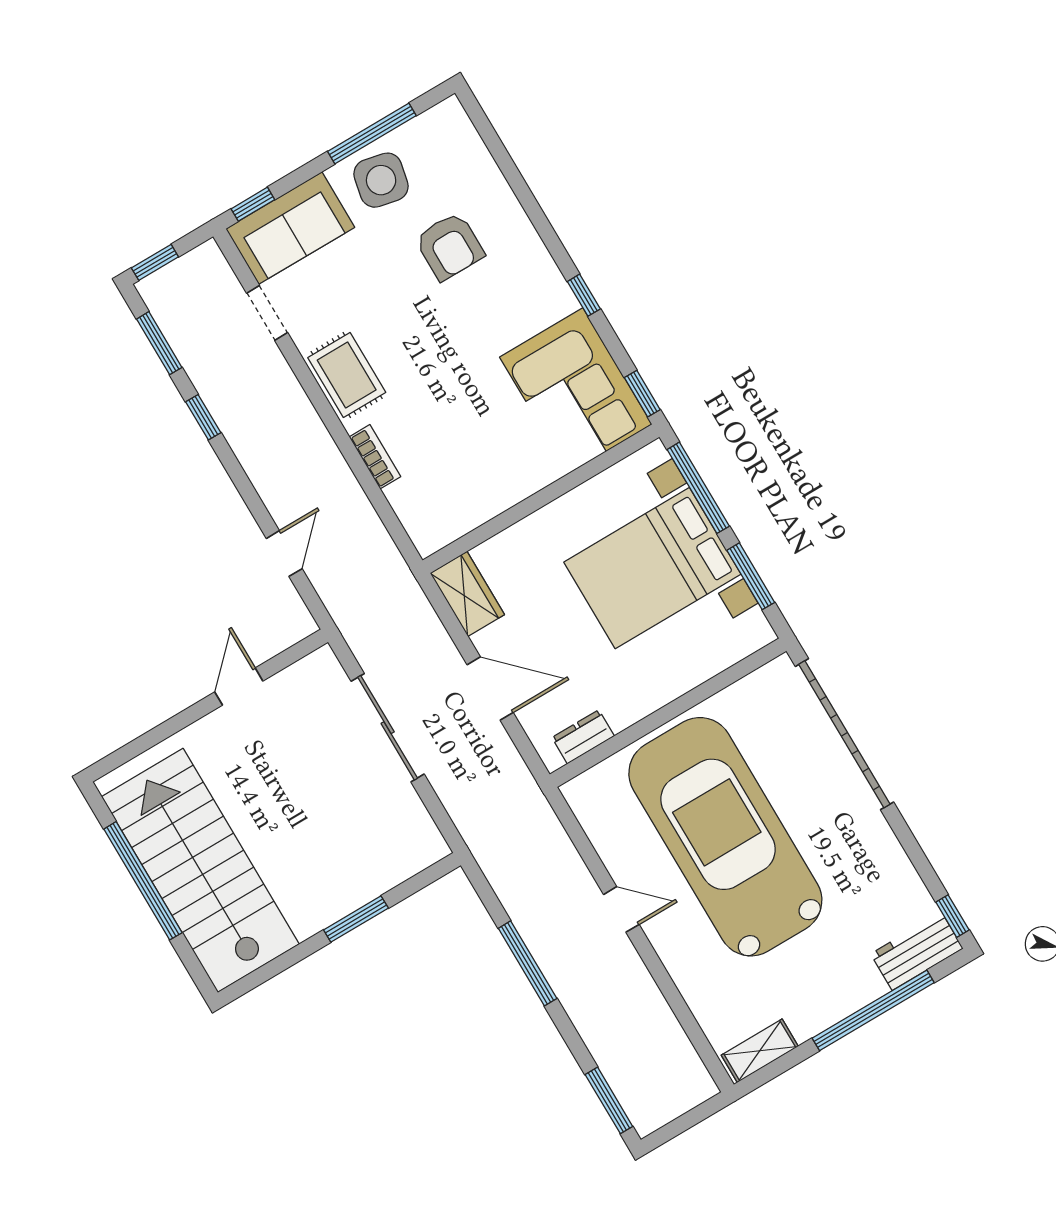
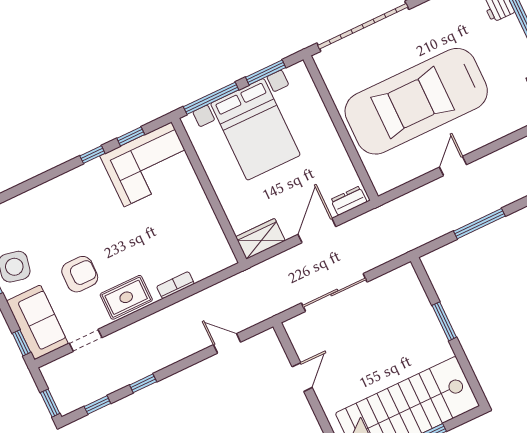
armchair: (449, 246) -> (80, 274), moved
window: (159, 343) -> (97, 405), width x0.67
window: (642, 394) -> (131, 136), moved
door: (239, 687) -> (302, 377), swing flipped
dresser: (583, 737) -> (349, 201), moved, turned 90

